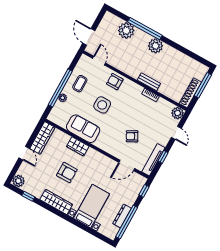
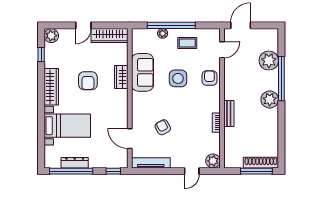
shoe rack: (190, 93) -> (261, 163), moved
window: (163, 157) -> (159, 171), removed

